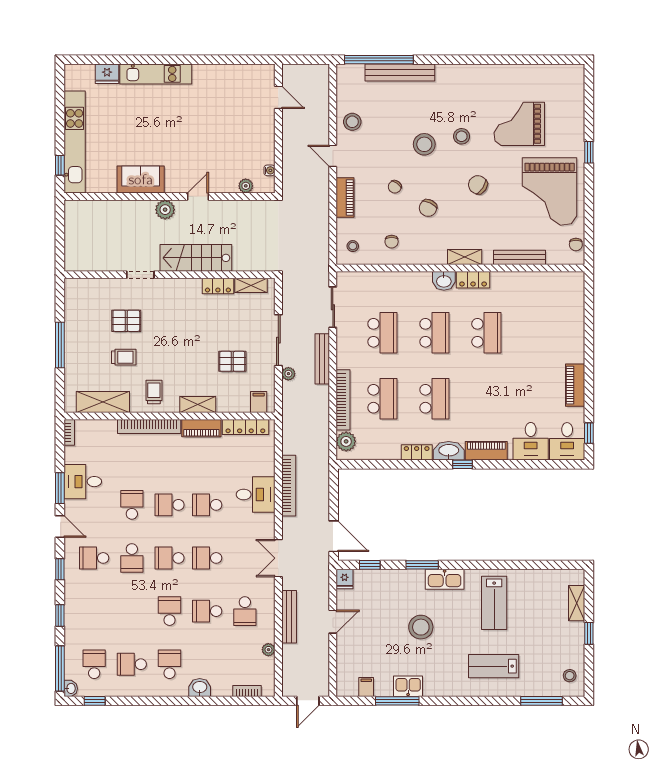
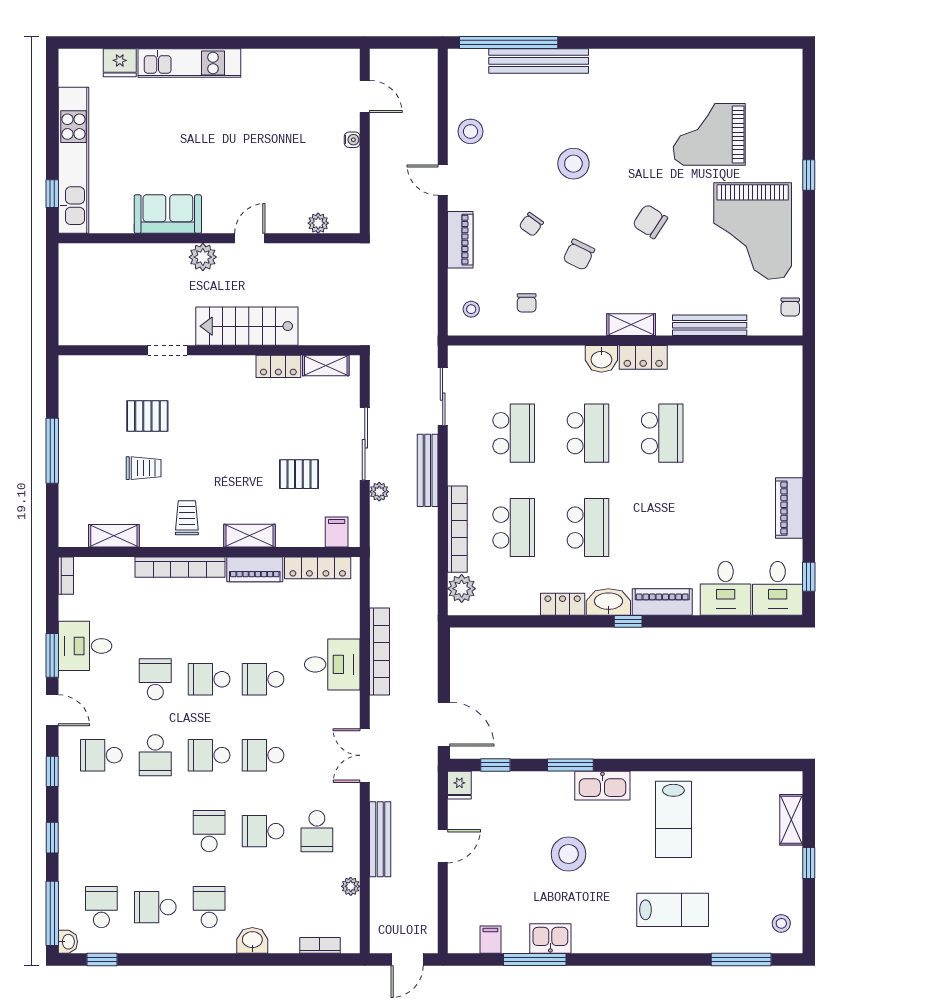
stool: (462, 136) -> (627, 152), removed
water cooler: (270, 170) -> (352, 140), moved
shelving: (103, 402) -> (114, 536), width x0.67, depth x0.75
lab bench: (494, 666) -> (673, 910), turned 180

